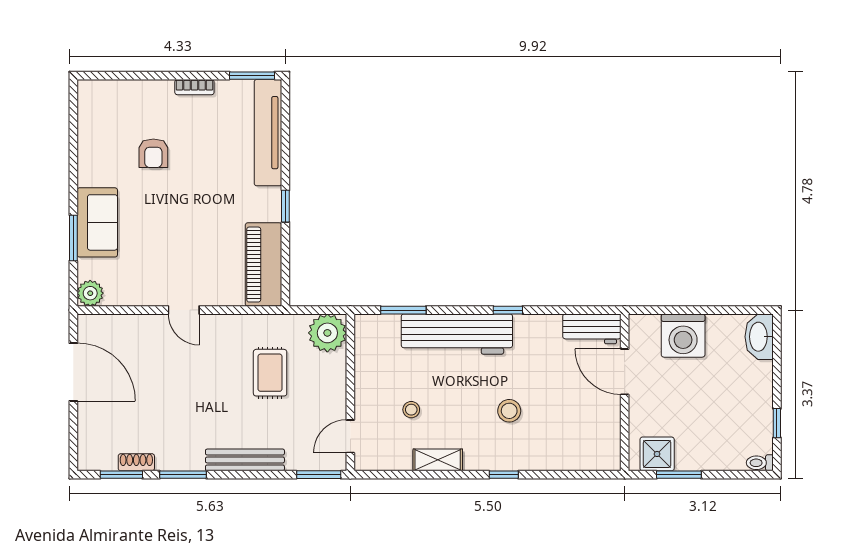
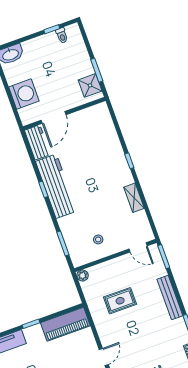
plant: (327, 333) -> (83, 275), width x0.53, depth x0.53
workbench: (457, 334) -> (56, 186), moved
stool: (411, 410) -> (98, 239), moved
stool: (509, 411) -> (95, 170), removed
toilet: (760, 463) -> (62, 35), moved

